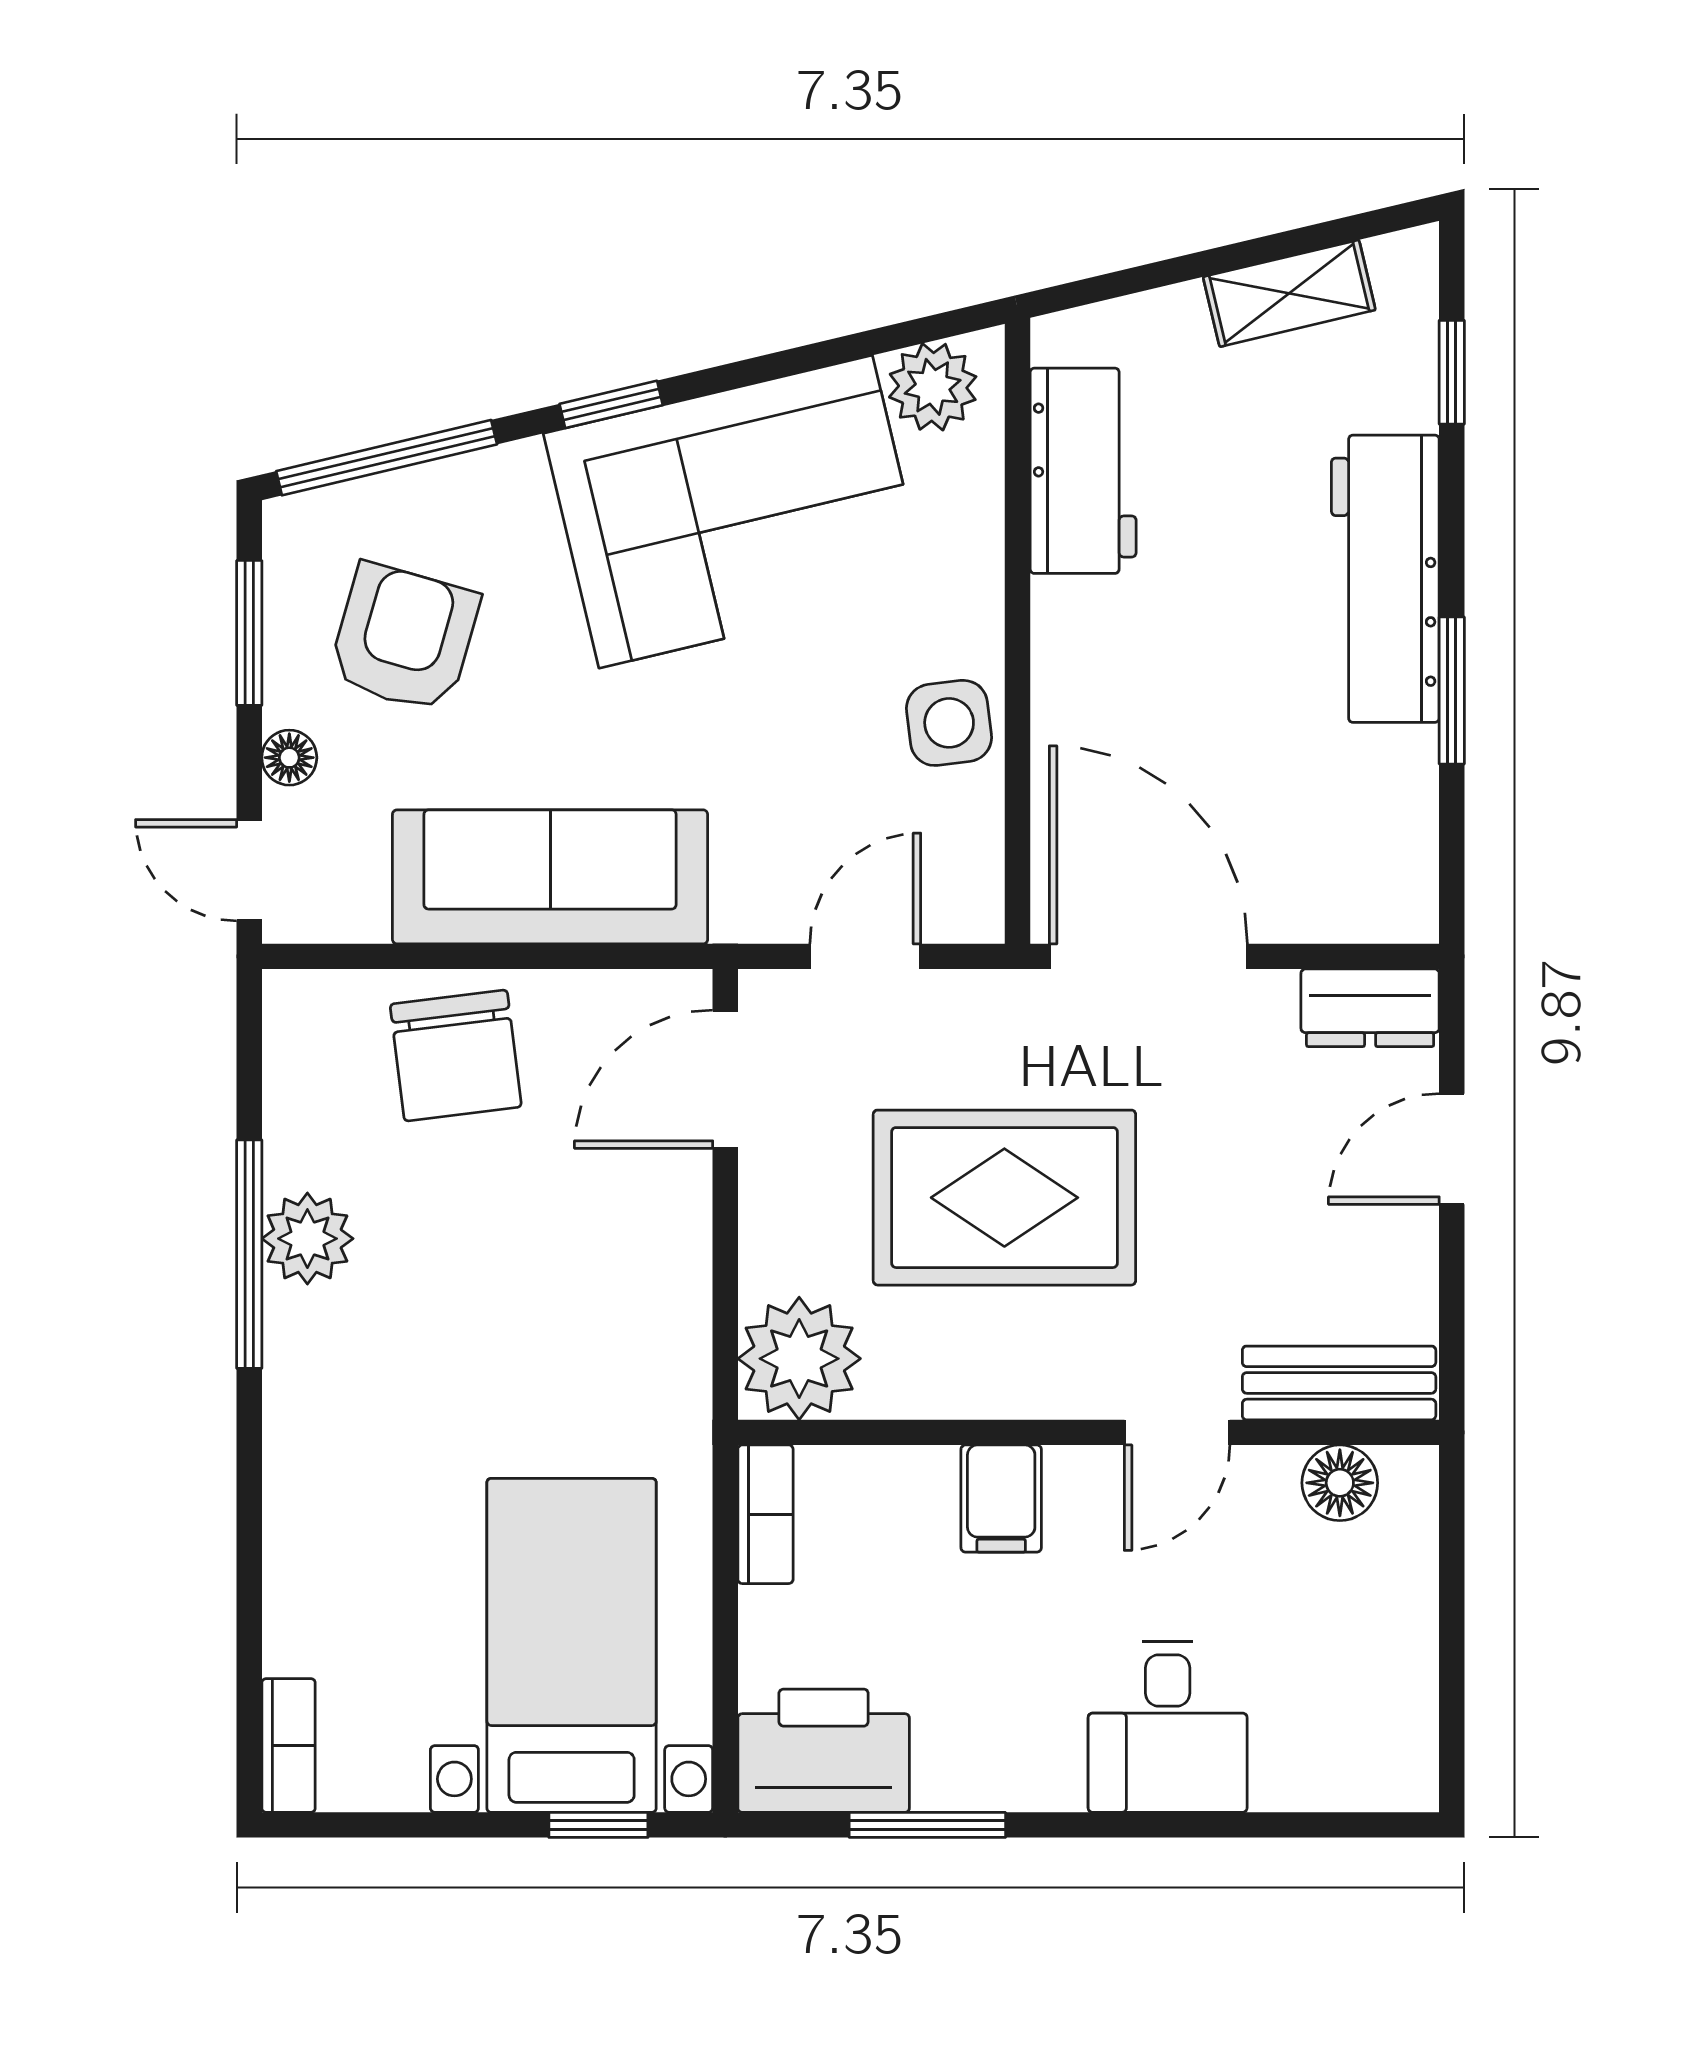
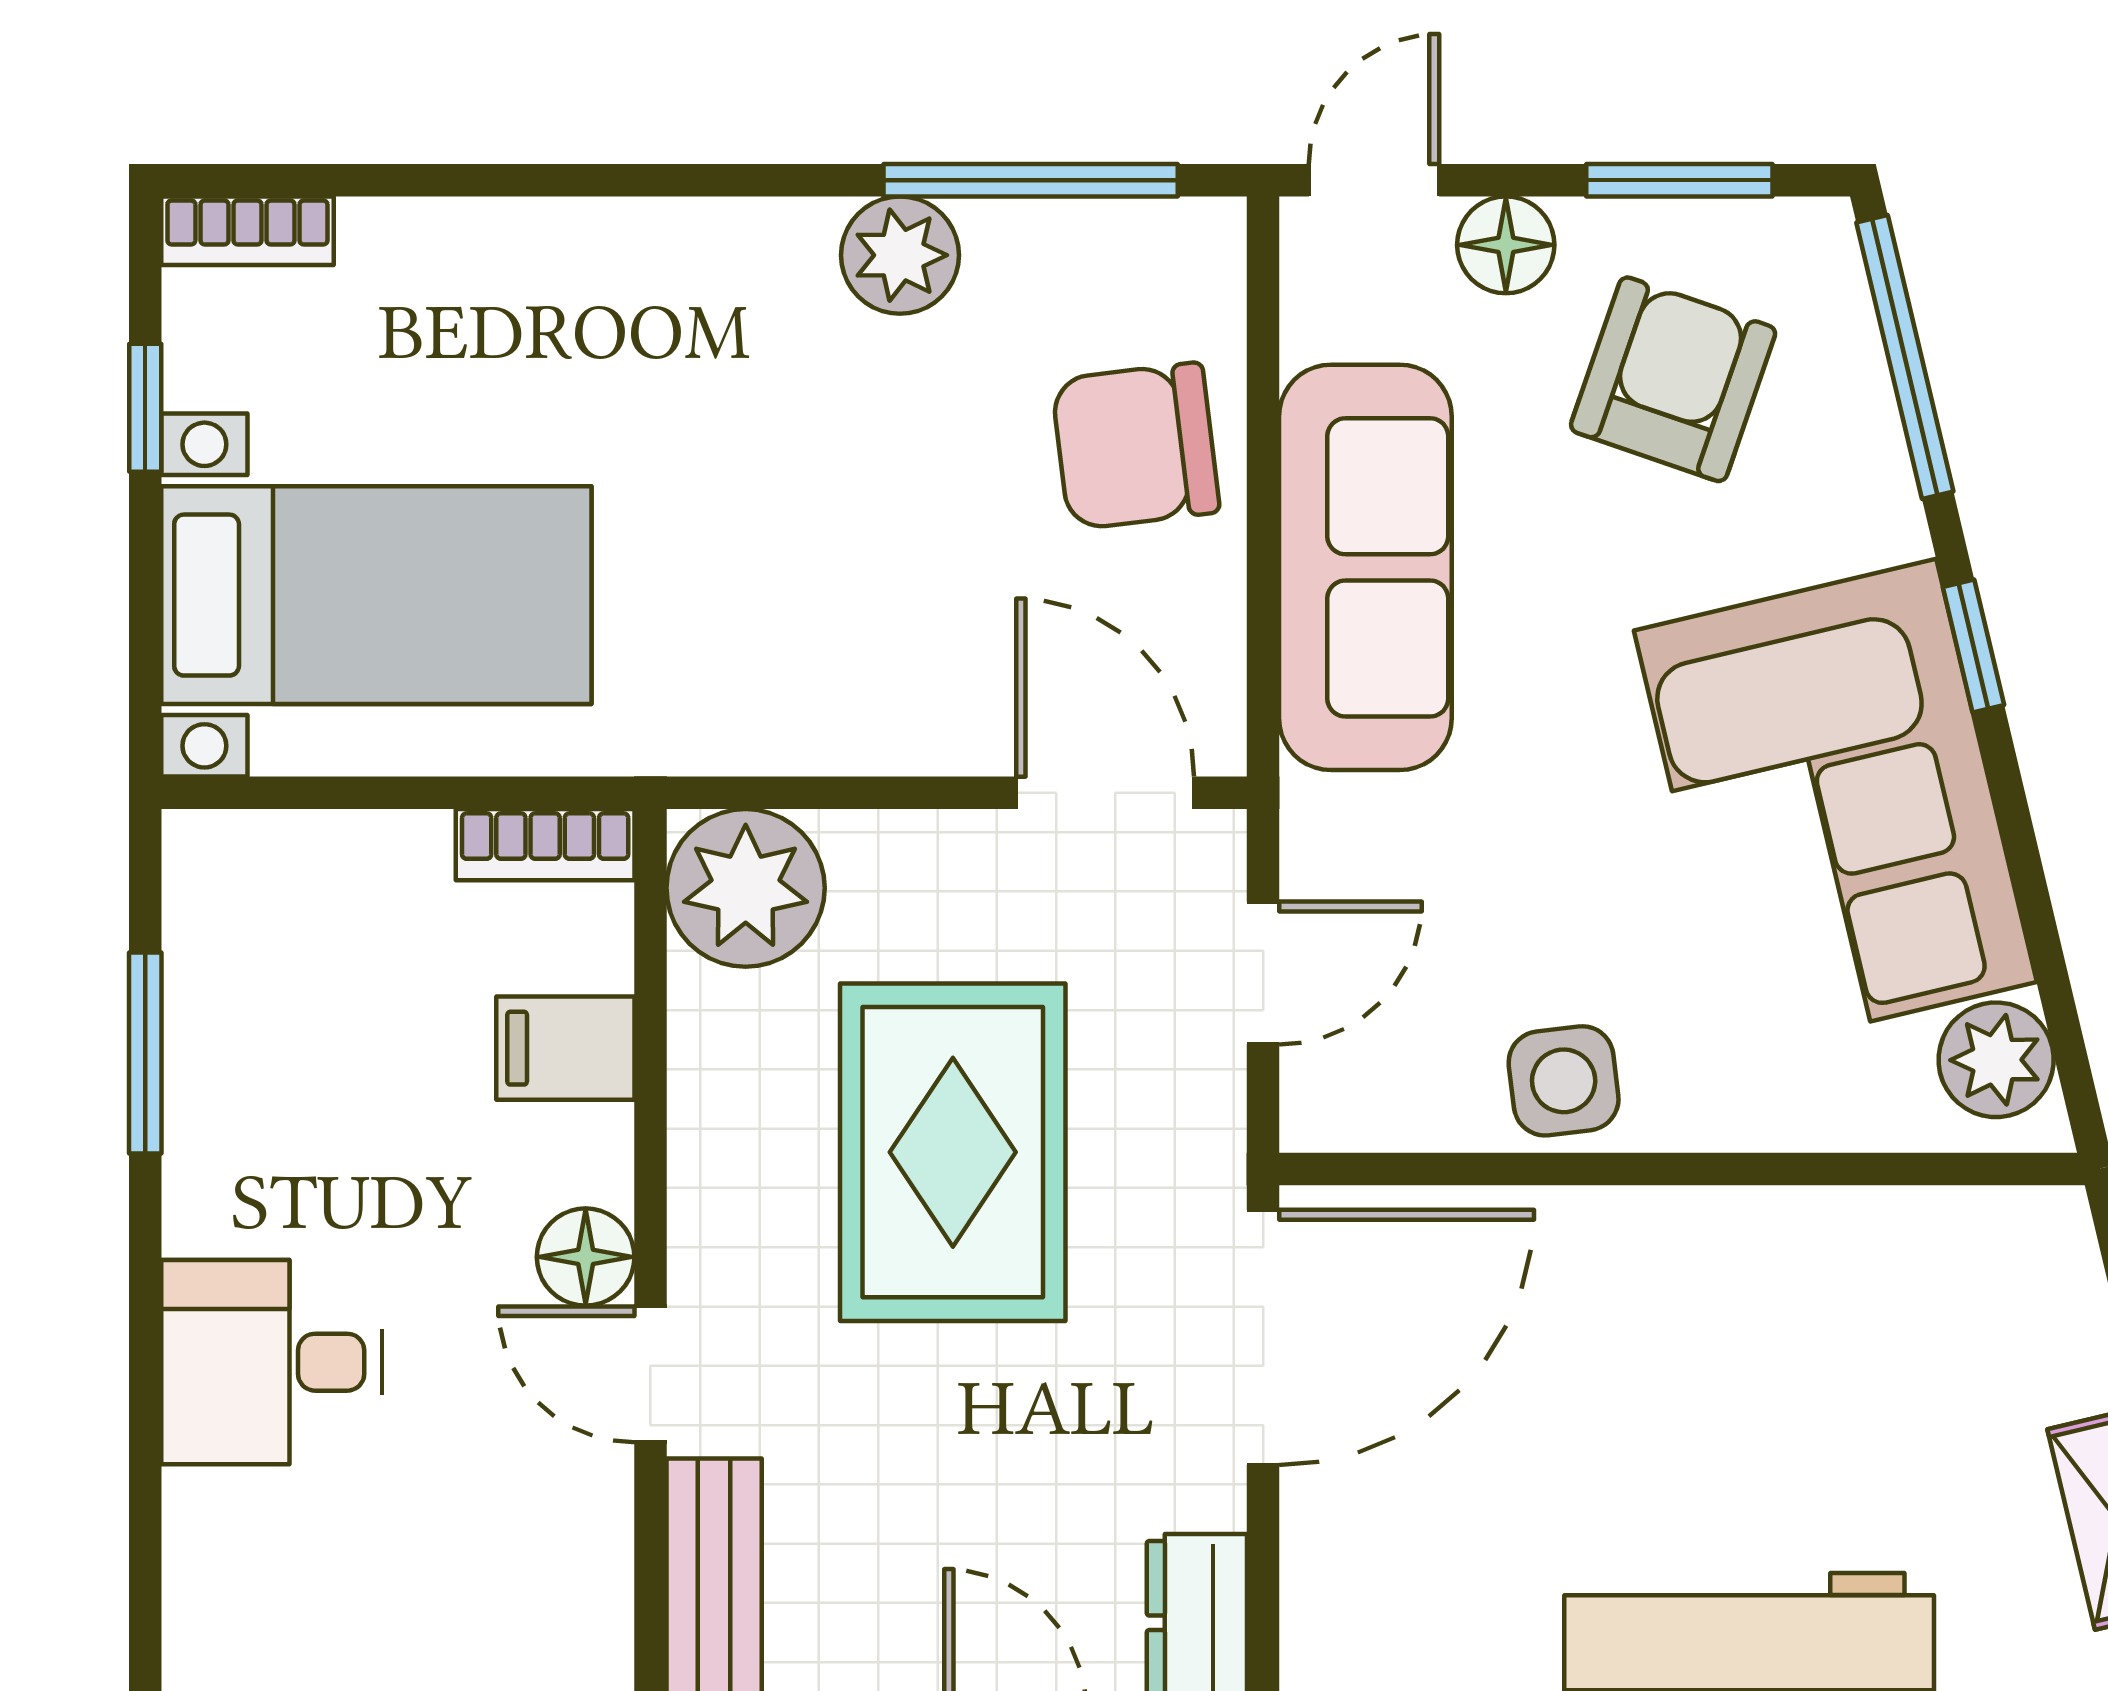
workbench: (1083, 471) -> (1888, 1253), removed
armchair: (404, 638) -> (1673, 379), turned -87
floor lamp: (289, 758) -> (1506, 245), width x1.37, depth x1.37
door: (865, 956) -> (1263, 973), hinge flipped
window: (249, 1254) -> (1031, 180), moved
floor lamp: (1340, 1483) -> (586, 1257), moved
filing cabinet: (1001, 1499) -> (565, 1048), moved
printer: (824, 1751) -> (241, 919), removed
window: (598, 1825) -> (145, 408), moved

